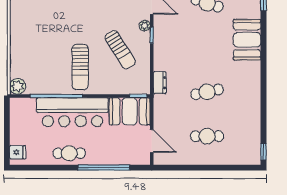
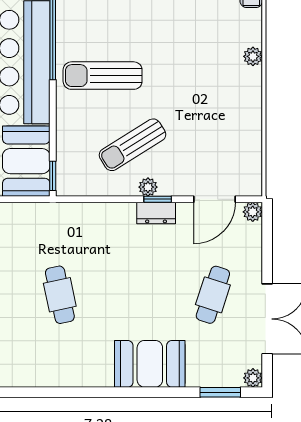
plant: (145, 26) -> (148, 187), moved
dresser: (160, 83) -> (156, 213), moved

